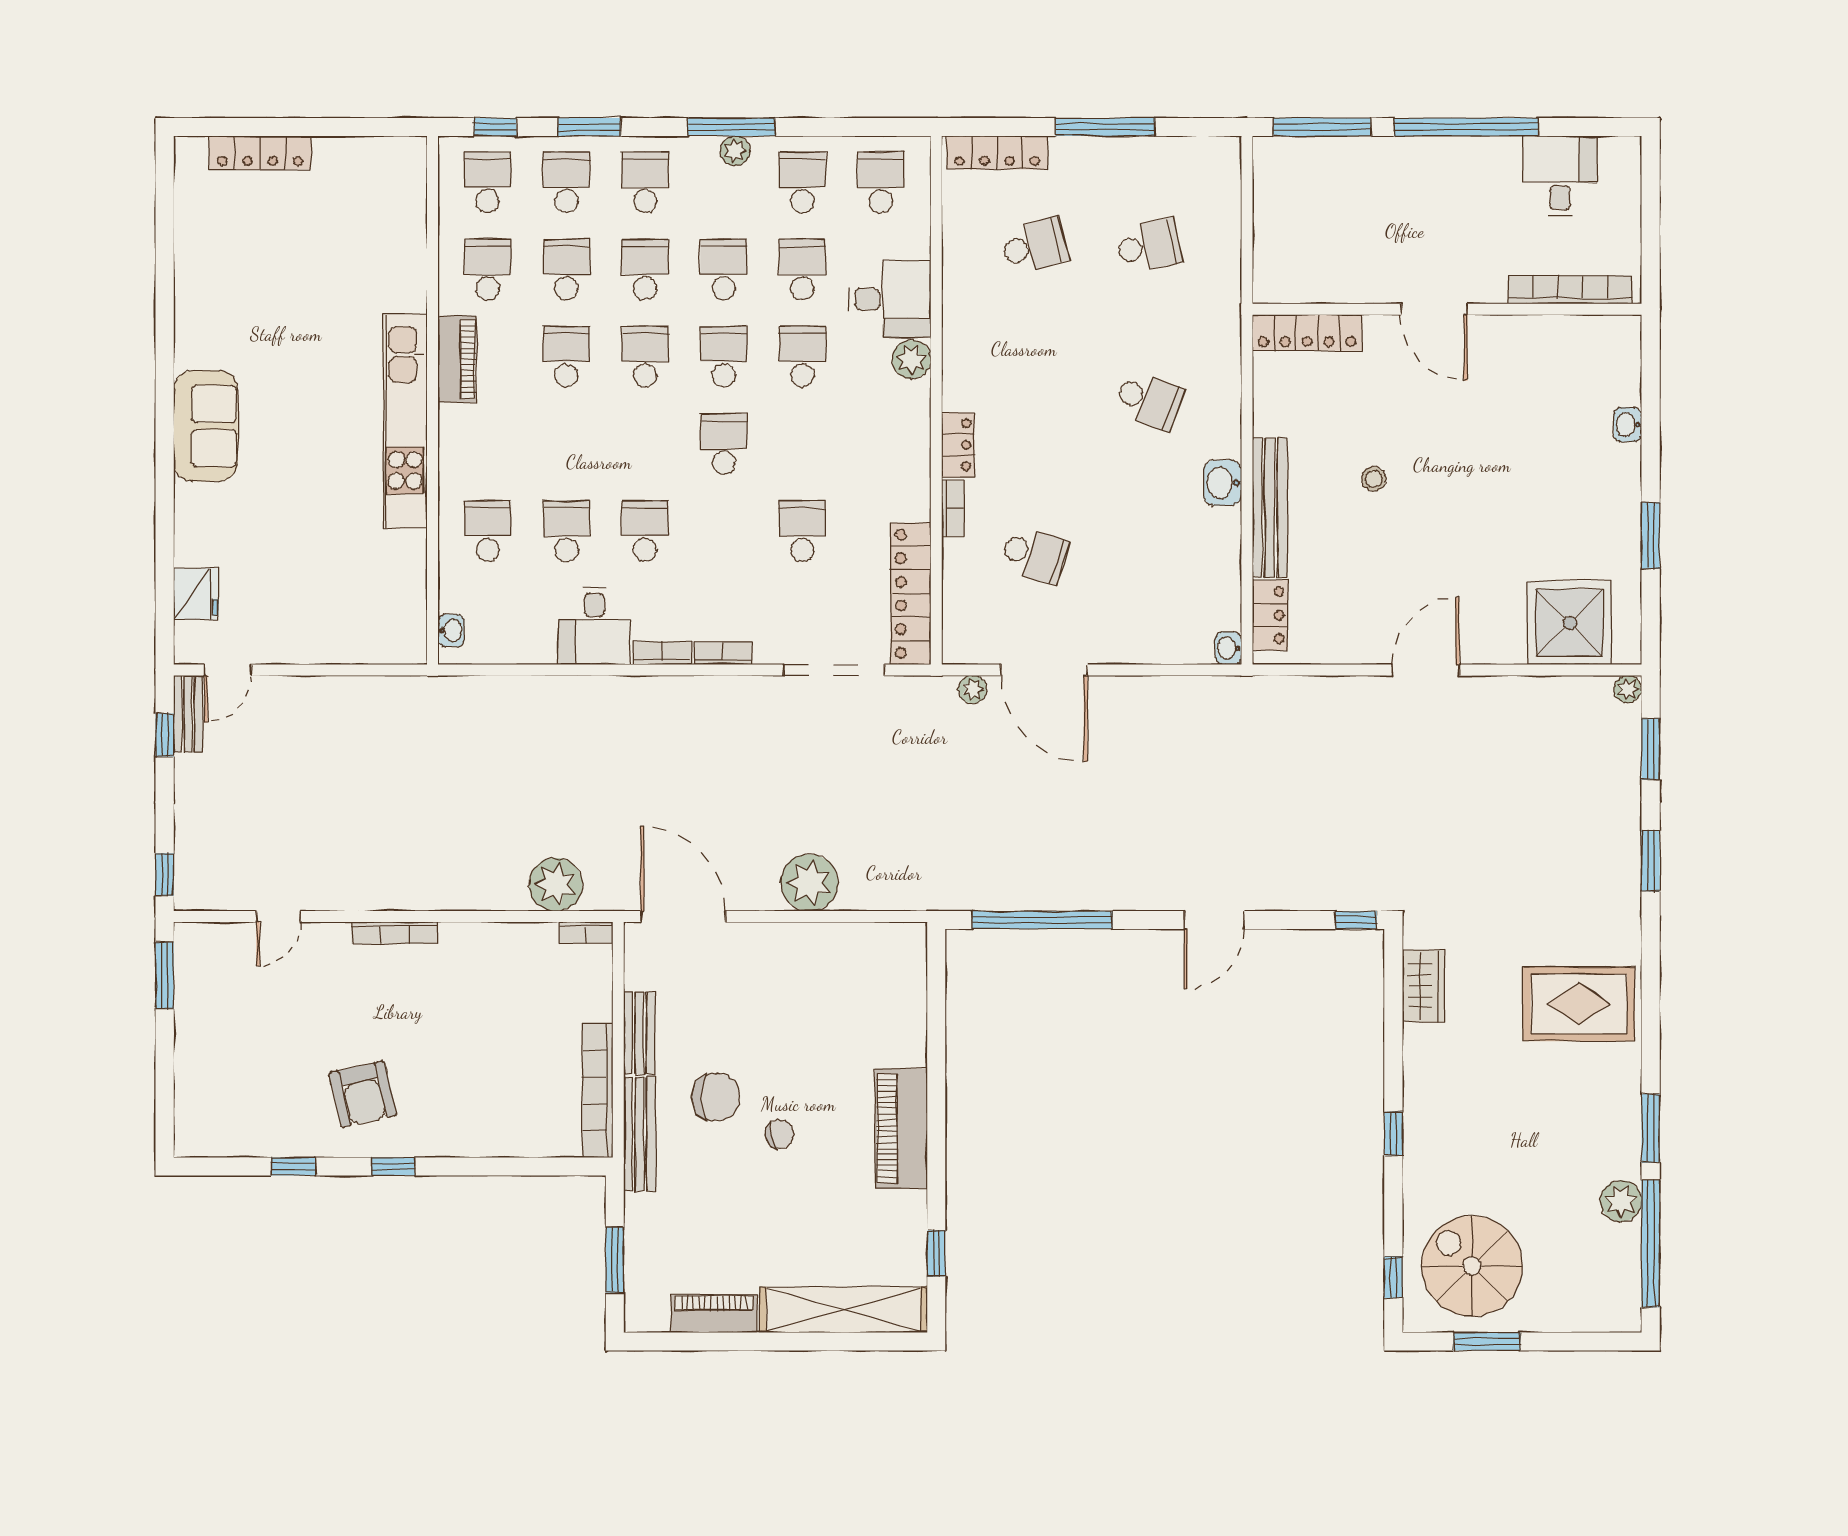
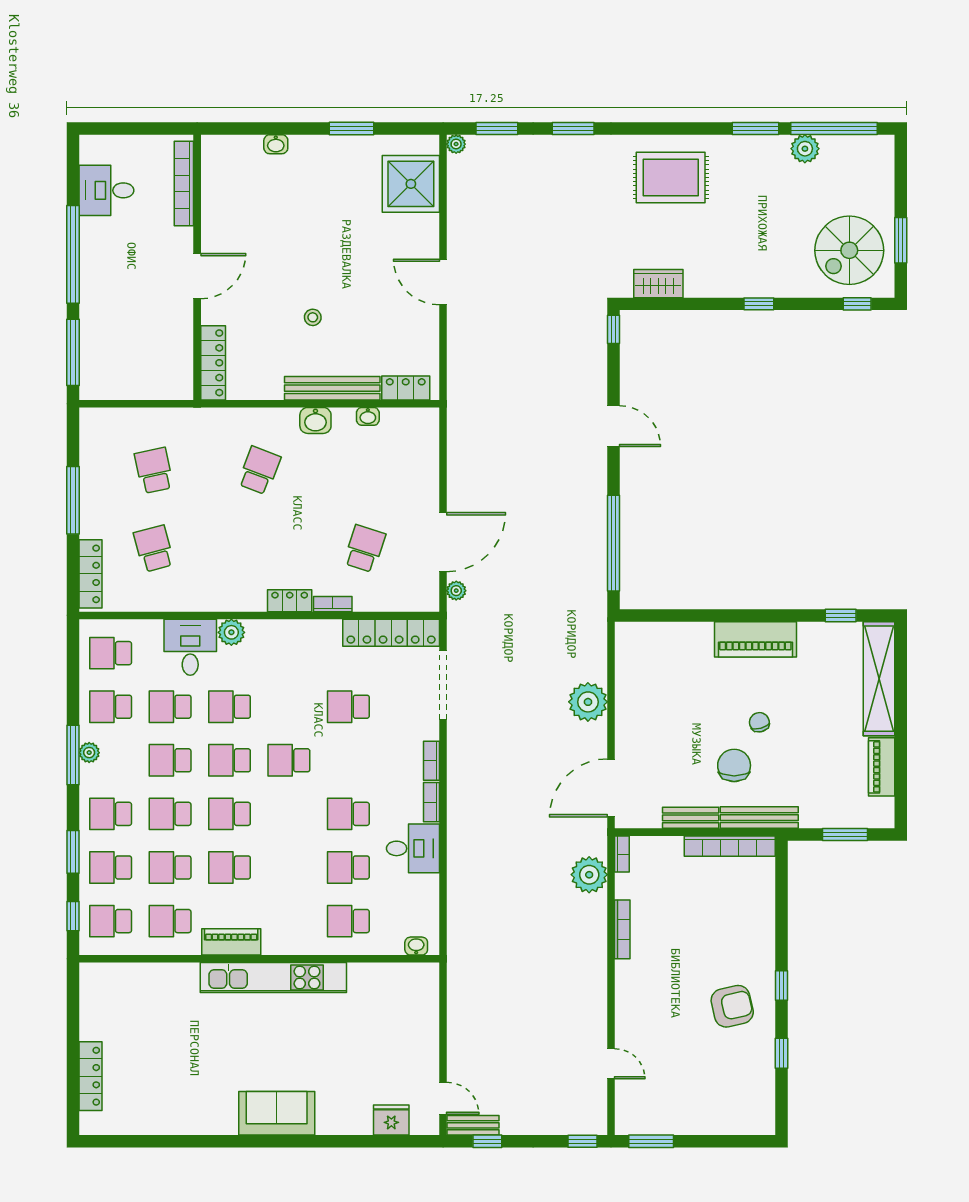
washbasin: (1228, 648) -> (368, 416), moved
bookcase: (395, 933) -> (622, 929), moved
rug: (1579, 1004) -> (671, 177), turned 90

